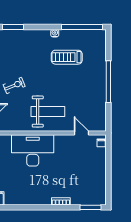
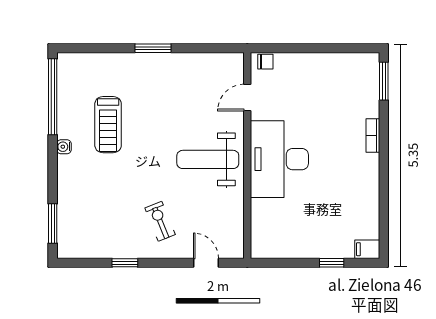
window: (108, 82) -> (153, 48), width x0.47
weight bench: (48, 112) -> (208, 159), turned -90
desk: (33, 150) -> (279, 159), moved

